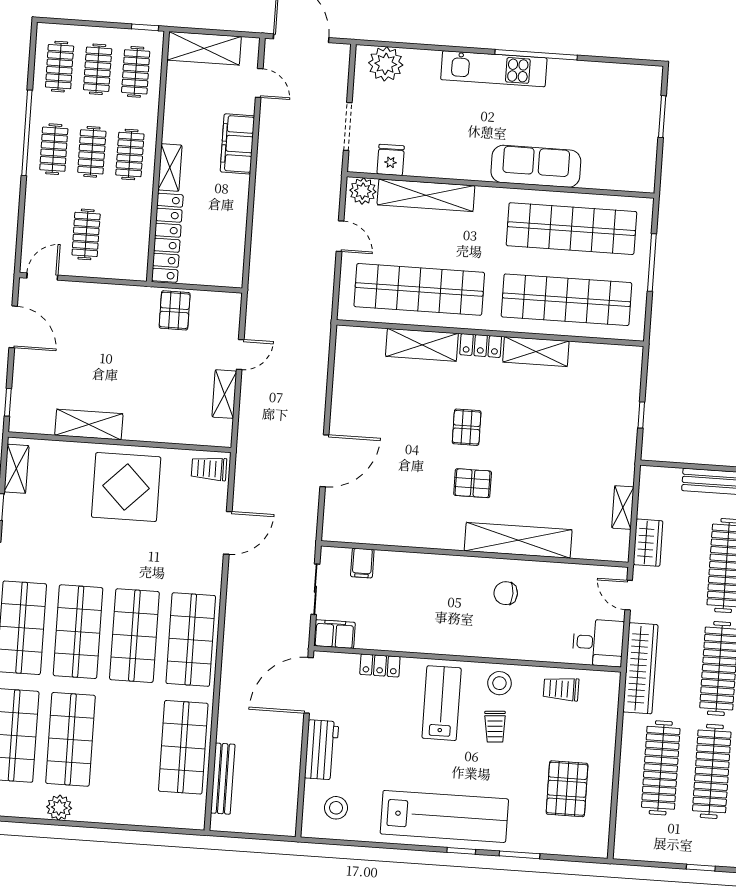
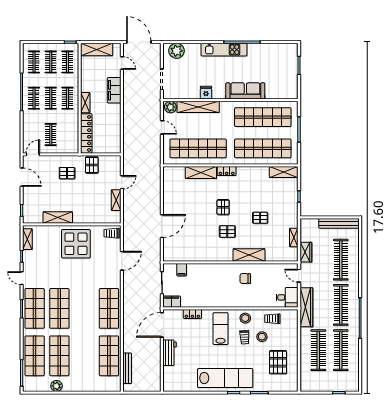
fridge: (391, 160) -> (206, 93), moved
pallet: (117, 325) -> (67, 173), added
shelving: (536, 352) -> (284, 172), moved
pallet: (549, 457) -> (260, 218), added
shelving: (518, 540) -> (249, 255), width x0.68
shop shelf: (134, 636) -> (84, 308), removed
stool: (336, 808) -> (262, 337), moved

